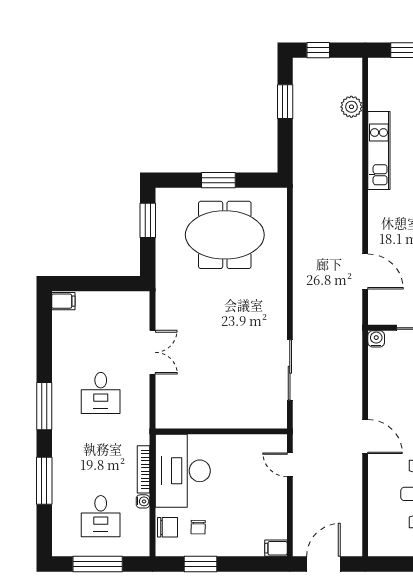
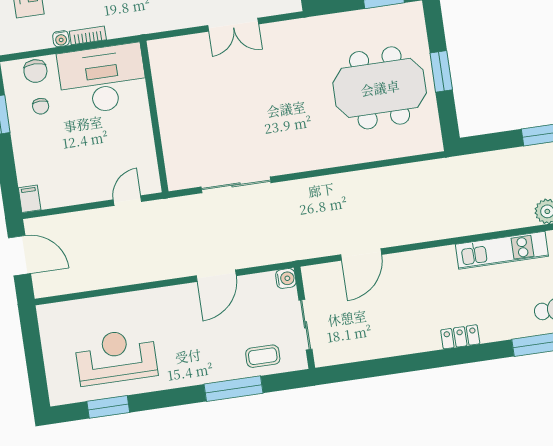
meeting table: (225, 235) -> (380, 88), turned 90
door: (365, 437) -> (216, 276), moved
bookcase: (144, 469) -> (88, 35), width x0.64
chair: (198, 527) -> (41, 106), turned -91

